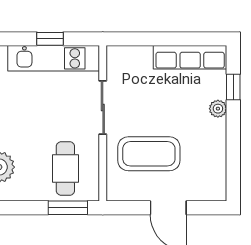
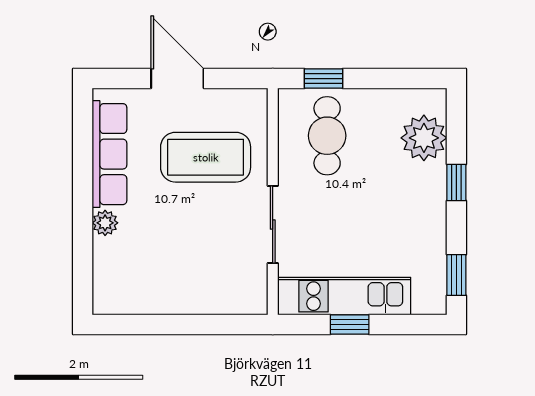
row of seats: (190, 57) -> (110, 154), moved, turned 90
window: (233, 87) -> (83, 254), removed
window: (68, 208) -> (324, 79), width x0.67

